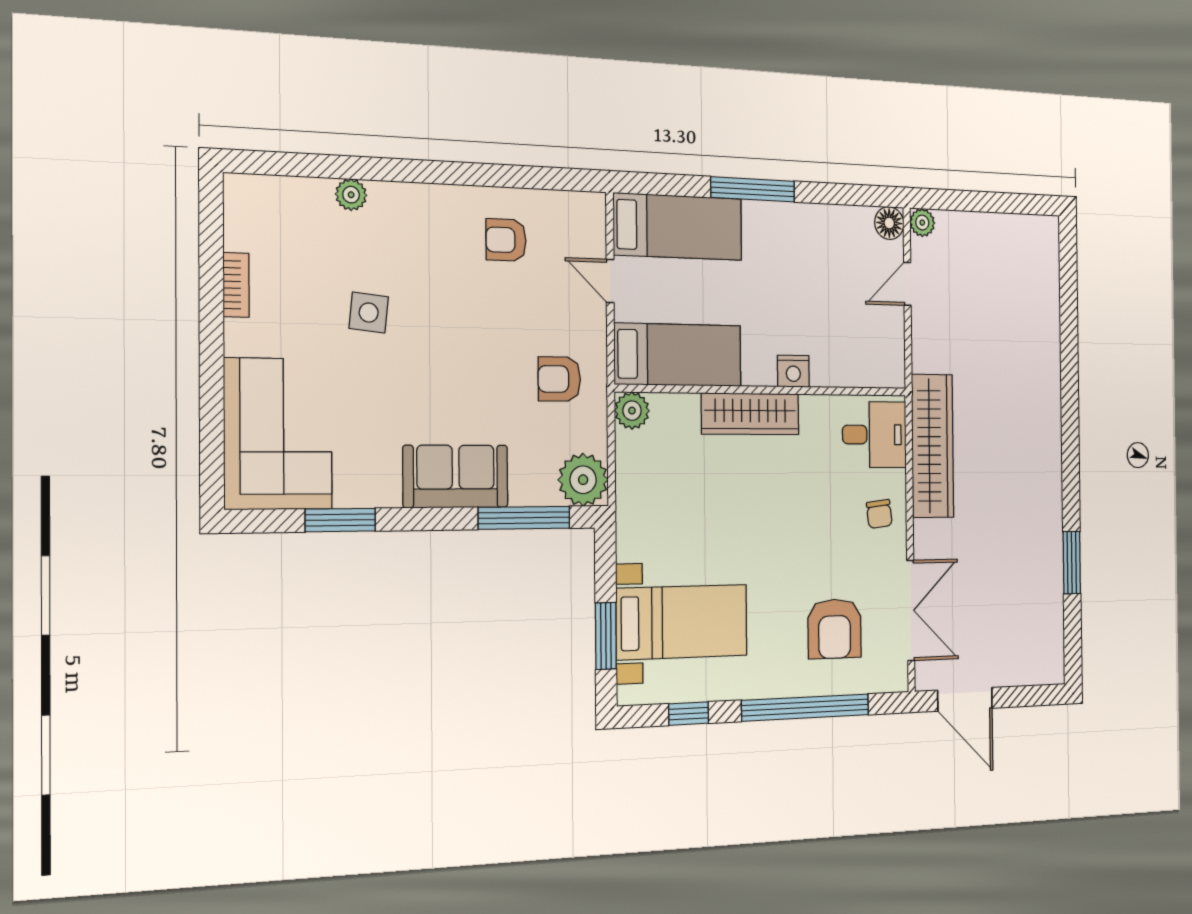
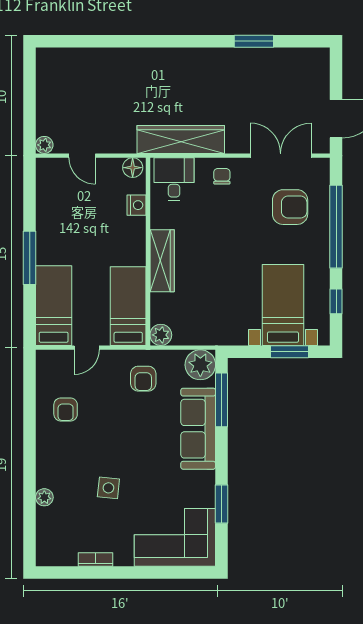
floor lamp: (889, 223) -> (133, 168), moved
nightstand: (793, 371) -> (137, 205), moved
sofa: (456, 476) -> (198, 429), width x1.36
chair: (879, 514) -> (222, 176), turned -83

